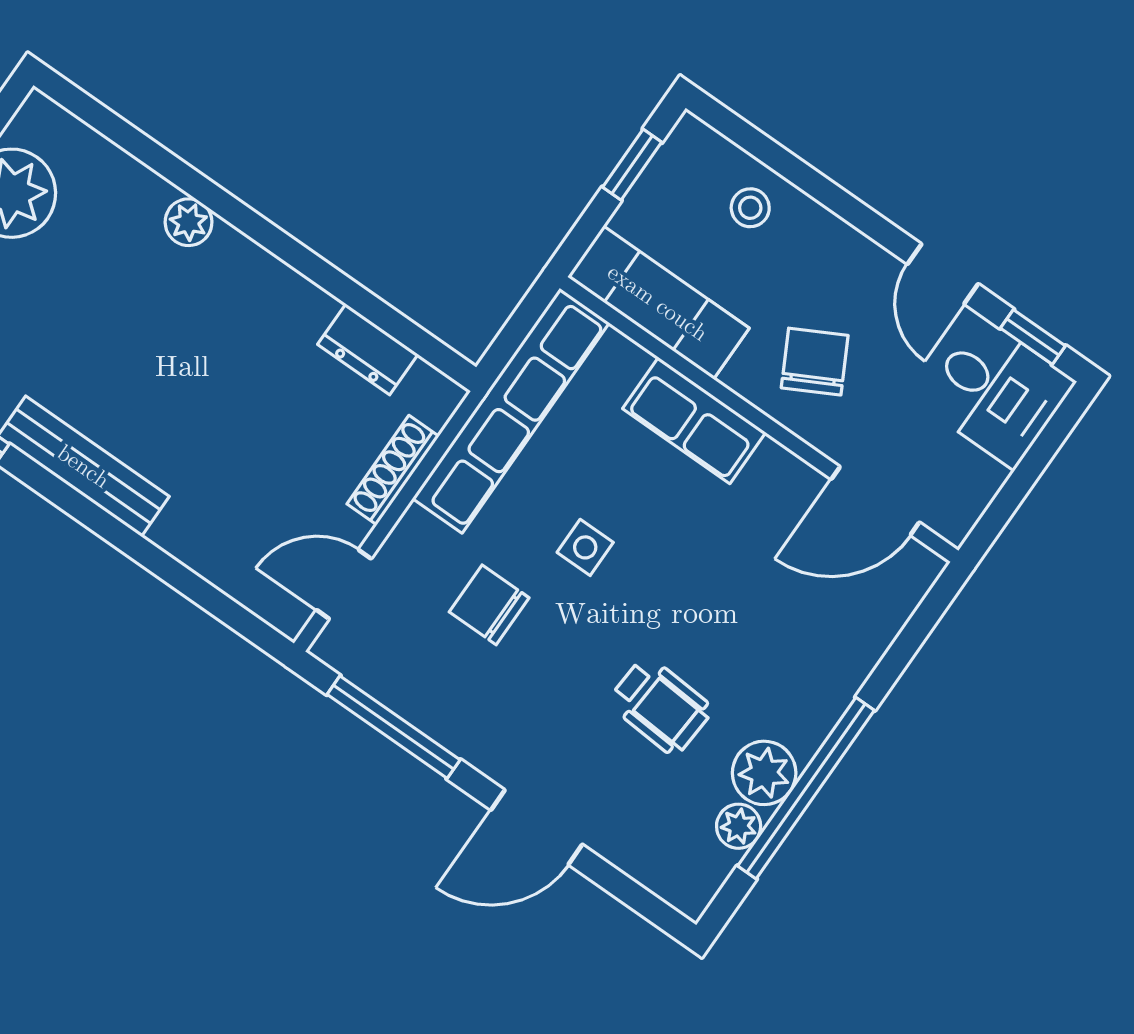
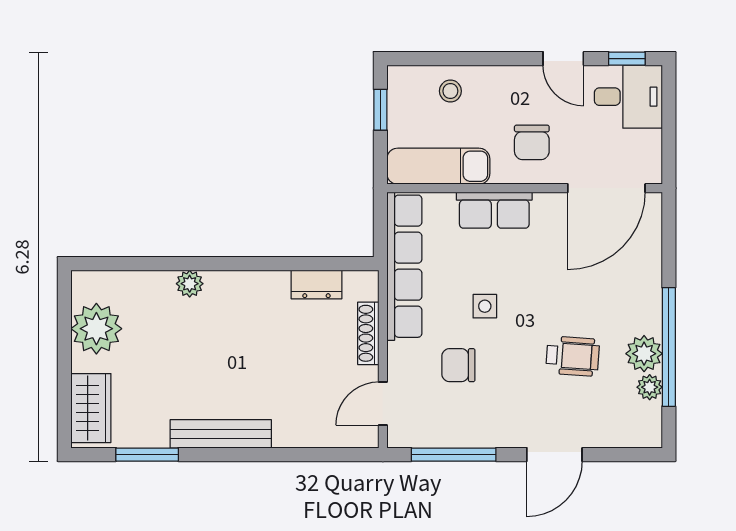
chair: (815, 362) -> (532, 142), turned -152
door: (875, 501) -> (606, 188), width x1.36

